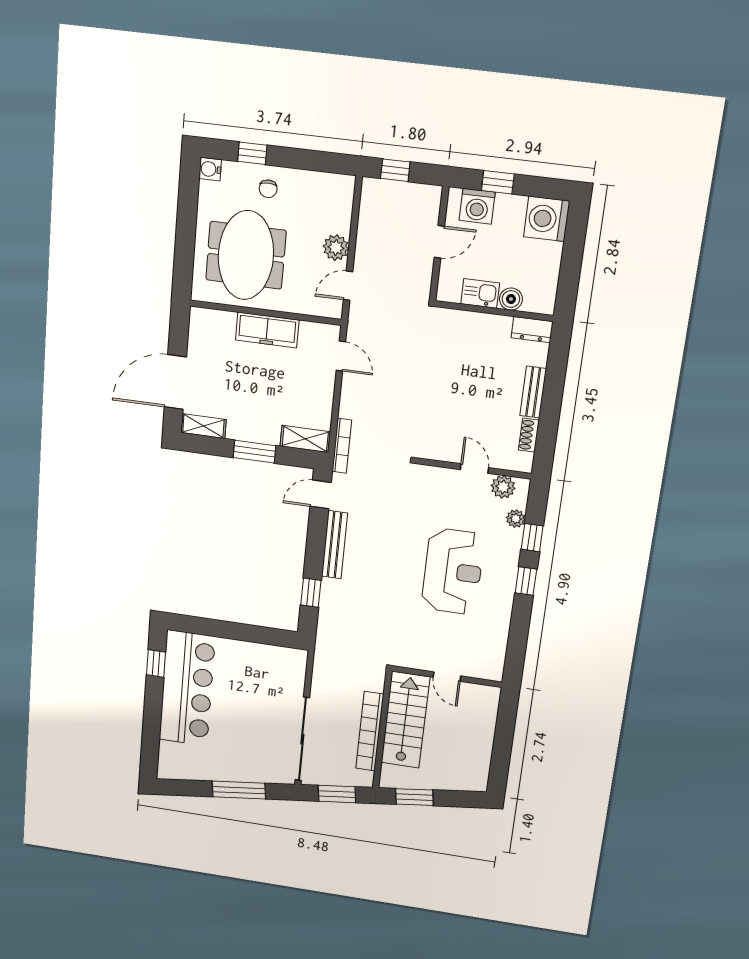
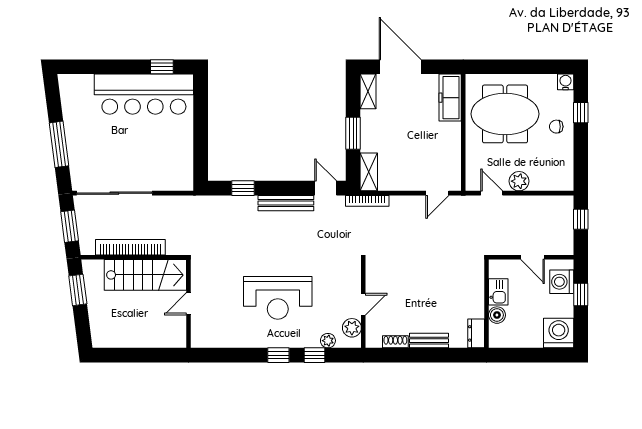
freezer: (267, 330) -> (450, 98), moved

